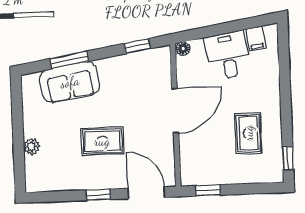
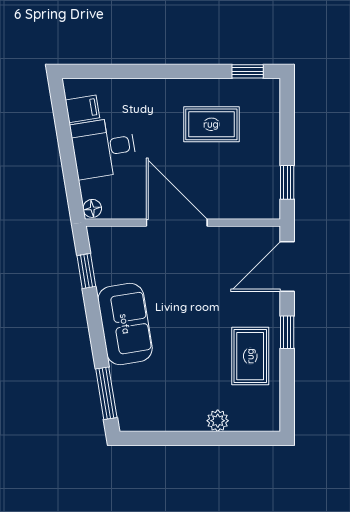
window: (69, 60) -> (106, 393), moved
sofa: (70, 82) -> (125, 324), moved
rug: (102, 141) -> (250, 356), moved

